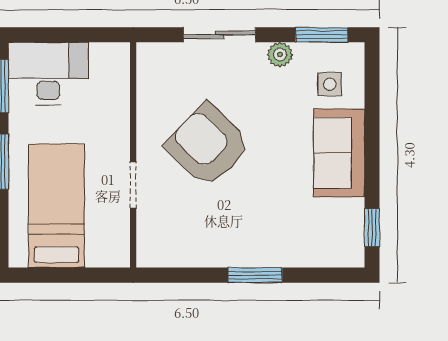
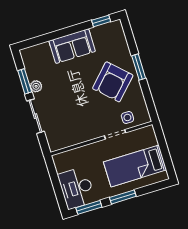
window: (322, 35) -> (25, 81), moved
side table: (330, 84) -> (127, 117), moved
armchair: (208, 145) -> (113, 82), moved

